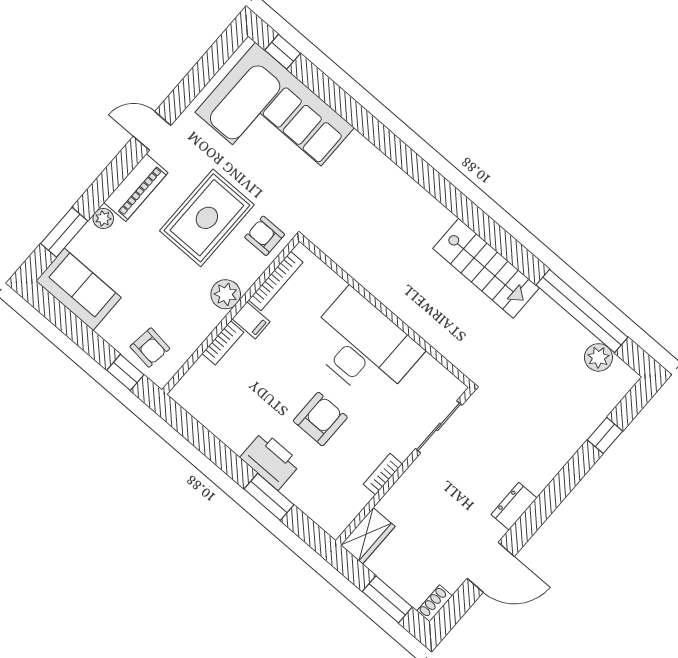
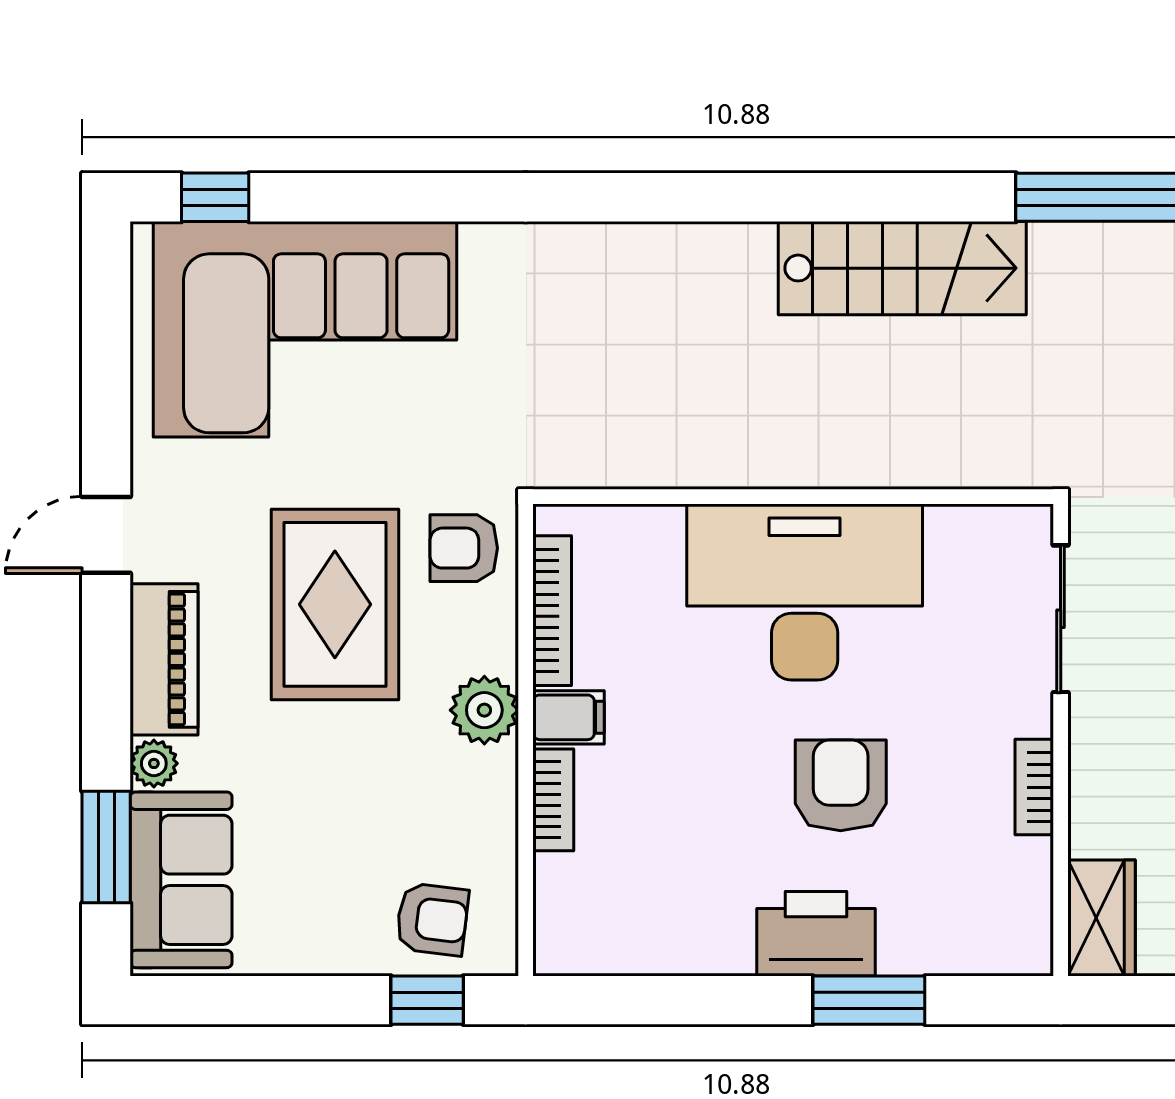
sofa: (79, 289) -> (181, 880), moved, turned 90

